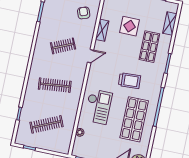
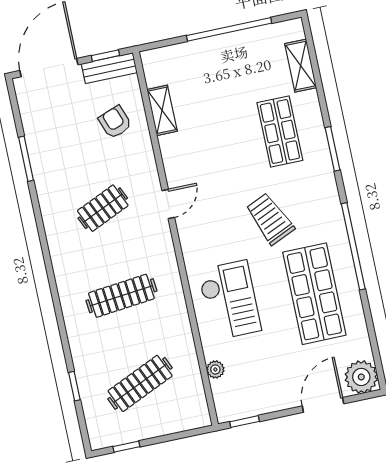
display table: (130, 26) -> (221, 107), removed
shelving: (102, 30) -> (162, 110), moved
trolley: (130, 81) -> (270, 219), turned -111

